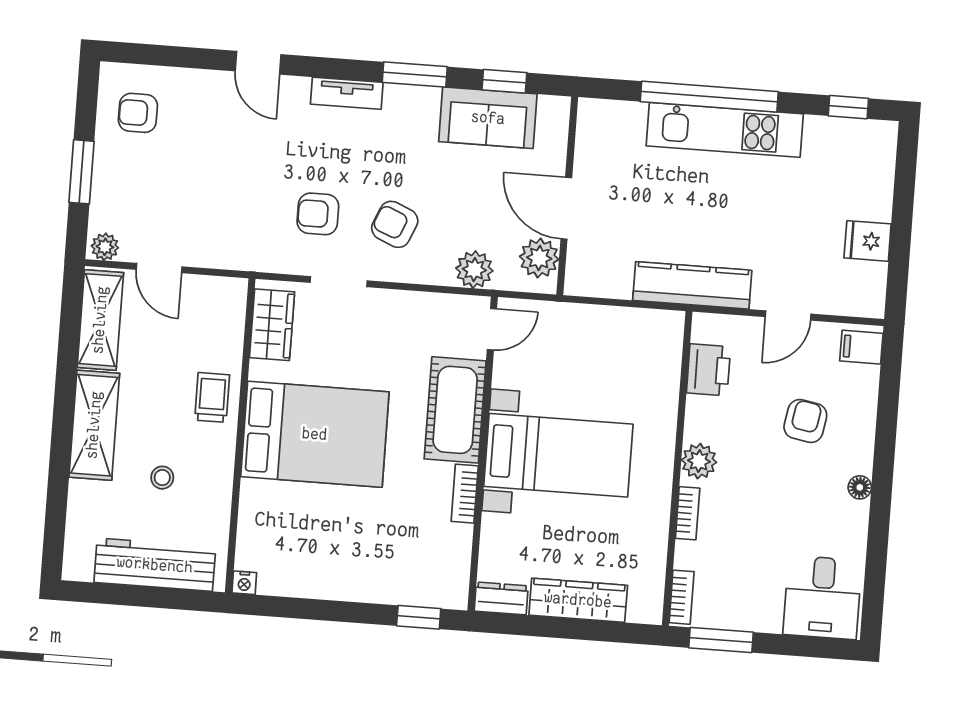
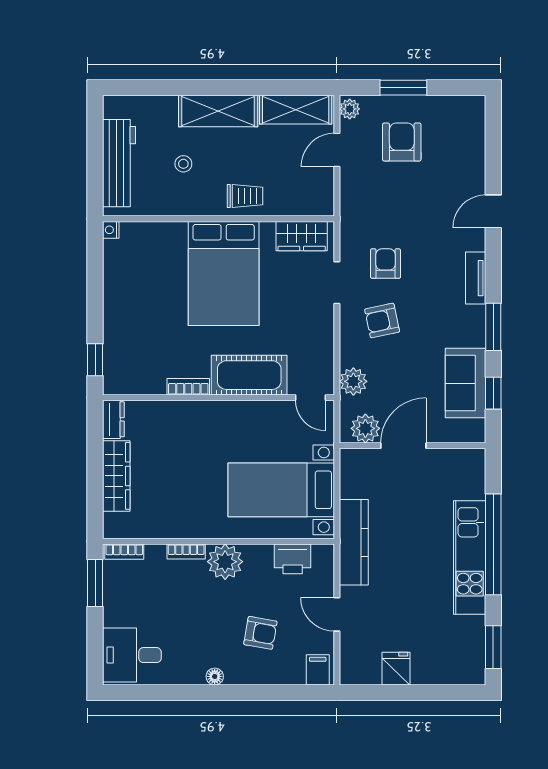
window: (848, 107) -> (493, 647), width x1.50
armchair: (138, 113) -> (402, 142), moved, width x1.38, depth x1.38
armchair: (395, 224) -> (382, 321), turned -125
bed with nightstands: (558, 455) -> (281, 490), moved, turned 90
plant: (699, 461) -> (225, 562), width x1.36, depth x1.36

